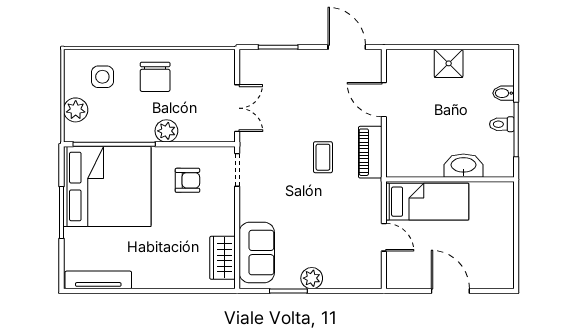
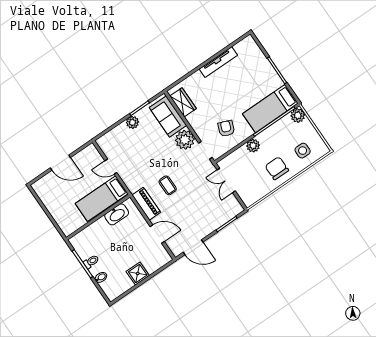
plant: (76, 110) -> (298, 115), moved
washbasin: (463, 166) -> (117, 214), moved
armchair: (187, 180) -> (226, 128), turned 111
bed: (107, 187) -> (270, 108), width x0.49
plant: (256, 204) -> (185, 140), added
tv unit: (98, 280) -> (218, 62), moved

